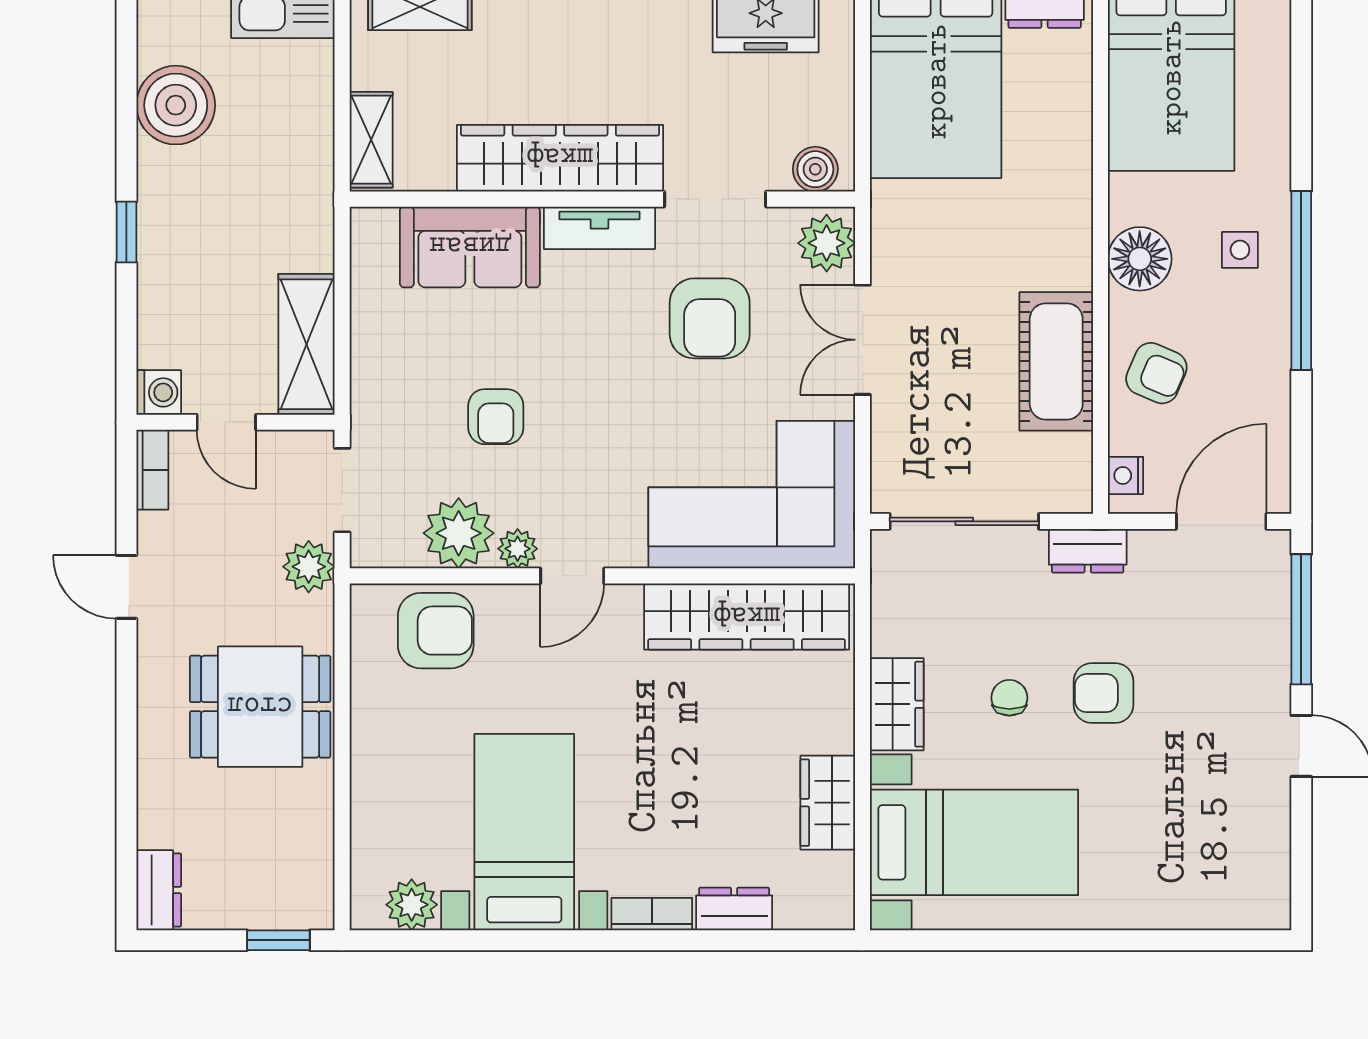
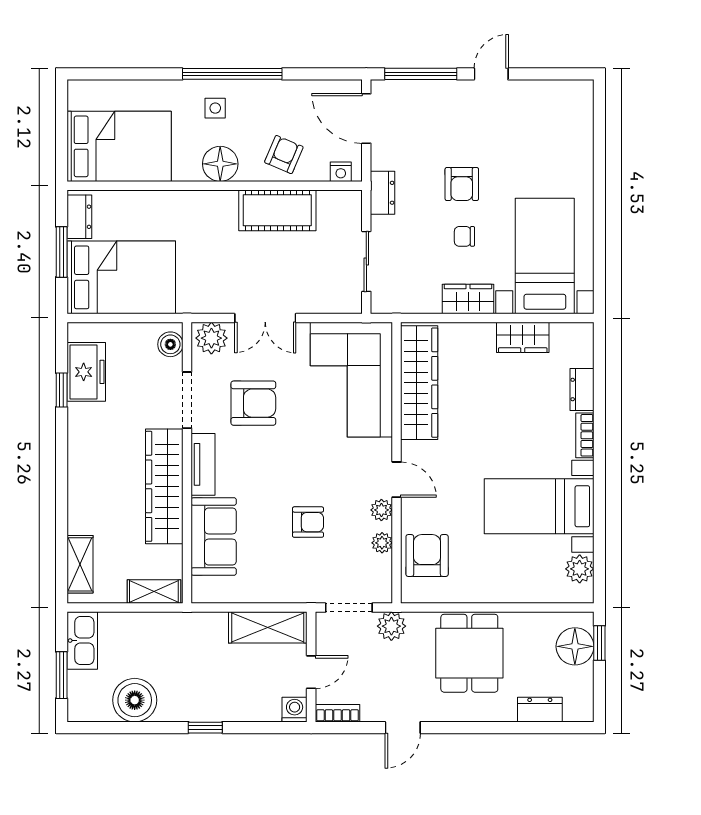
sliding door: (964, 521) -> (366, 261), width x0.73
plant: (459, 533) -> (382, 543), width x0.53, depth x0.53
dresser: (159, 890) -> (540, 710), moved
floor lamp: (272, 897) -> (575, 646), added

